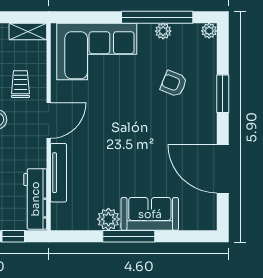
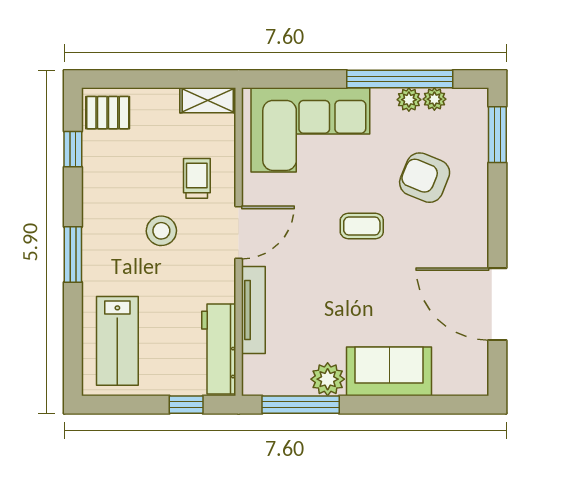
plant: (209, 31) -> (434, 99), moved
armchair: (174, 84) -> (425, 178), width x1.38, depth x1.38
window: (223, 94) -> (497, 135), moved
coffee table: (131, 116) -> (362, 226), added
window: (129, 236) -> (301, 405), moved

